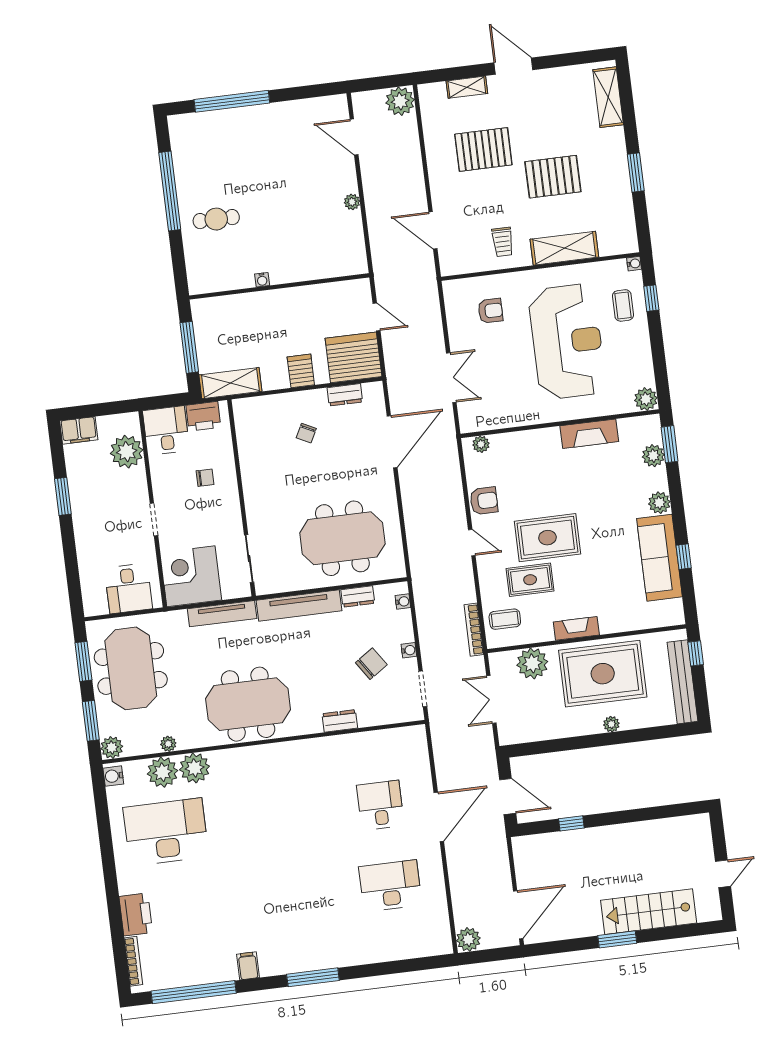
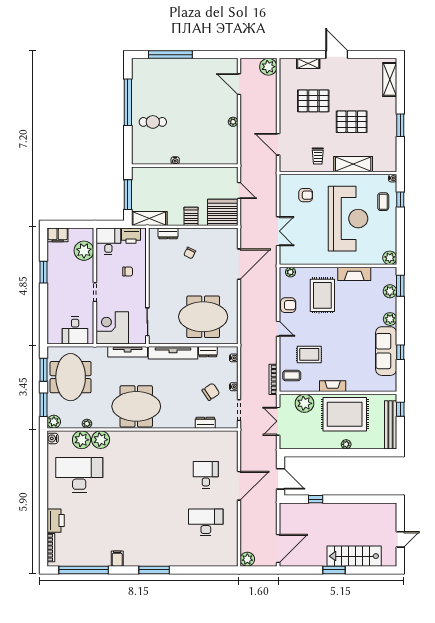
dresser: (345, 395) -> (168, 233), moved
rug: (547, 538) -> (322, 295), moved, turned 90
dresser: (340, 721) -> (205, 423), moved

